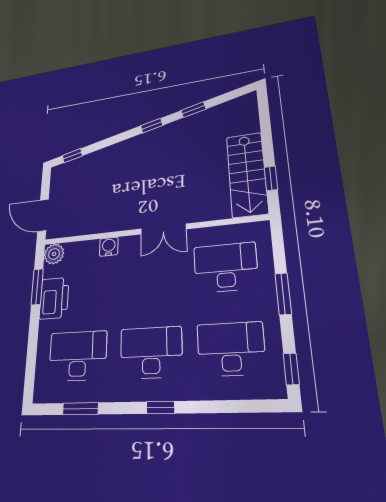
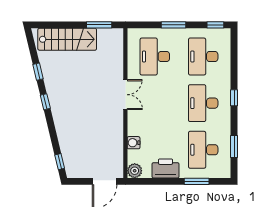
stairs: (247, 174) -> (67, 39), moved
window: (271, 178) -> (99, 25), width x1.50
water cooler: (109, 247) -> (134, 143), moved
window: (37, 287) -> (197, 181), moved

